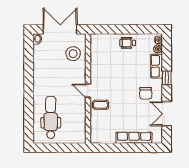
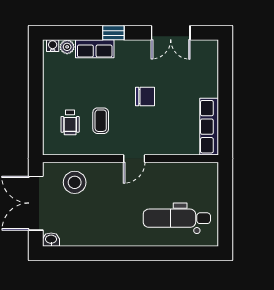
wheelchair: (128, 43) -> (70, 122), moved
chair: (146, 93) -> (145, 96), moved
coffee table: (101, 105) -> (101, 121), moved
row of seats: (134, 138) -> (209, 127), moved

